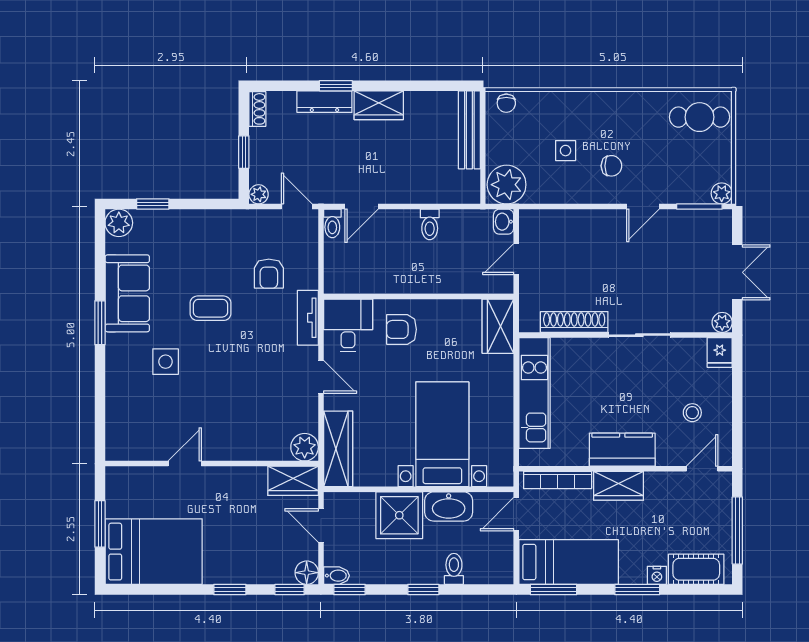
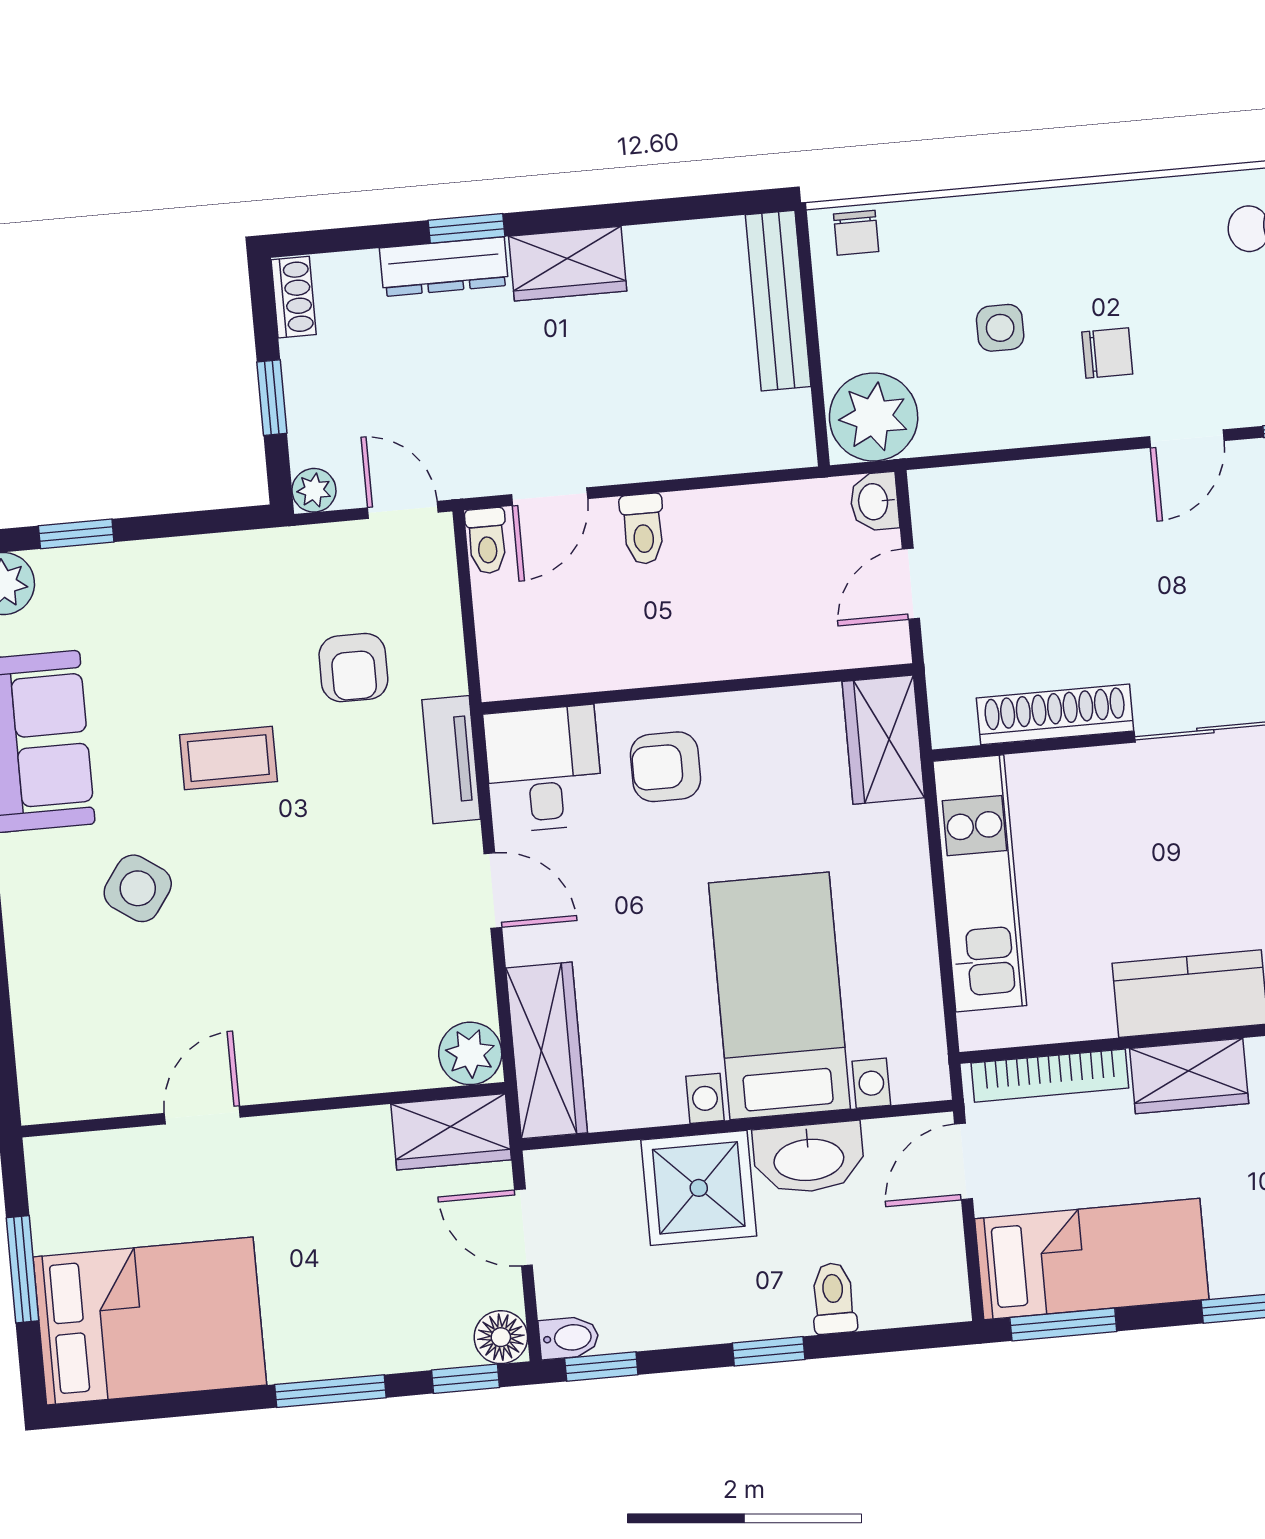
toilet: (430, 224) -> (643, 529), moved
side table: (166, 362) -> (138, 888), turned 35
window: (230, 590) -> (330, 1391), width x1.50

